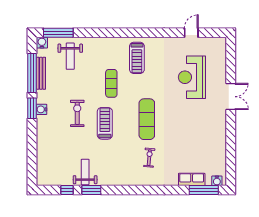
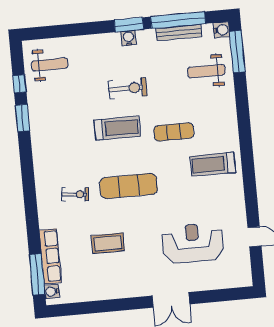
coffee table: (186, 138) -> (108, 243), added
weight bench: (85, 172) -> (50, 64), moved
row of seats: (192, 179) -> (50, 256), width x1.48

